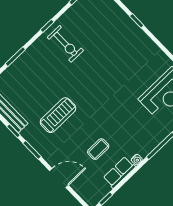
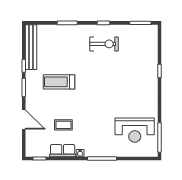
exercise bike: (65, 44) -> (104, 44), turned -90
treadmill: (58, 115) -> (59, 82), turned 180

